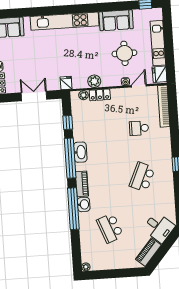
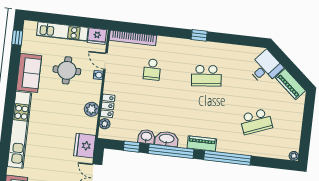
fridge: (66, 83) -> (85, 146), width x1.88, depth x1.34
school desk: (142, 177) -> (206, 76), turned -30
washbasin: (84, 204) -> (146, 137), moved

